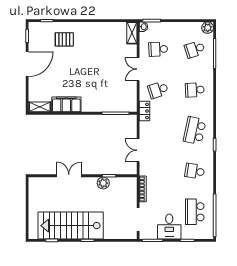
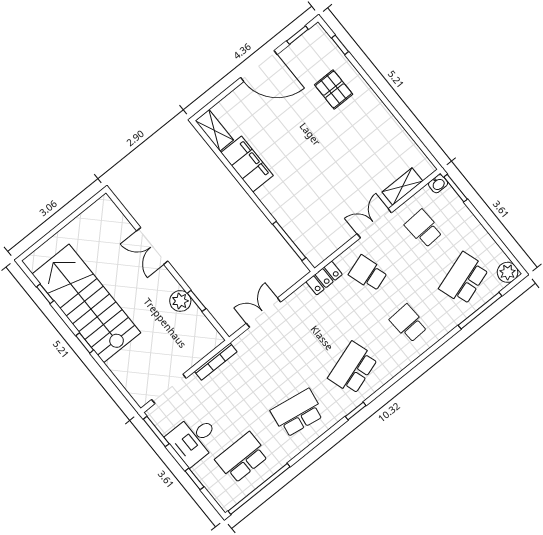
shelving: (132, 33) -> (402, 187), moved
school desk: (195, 49) -> (464, 279), width x1.85
school desk: (195, 130) -> (353, 368), turned -30
school desk: (195, 171) -> (297, 413), width x1.85
double door: (69, 176) -> (152, 246), swing flipped

